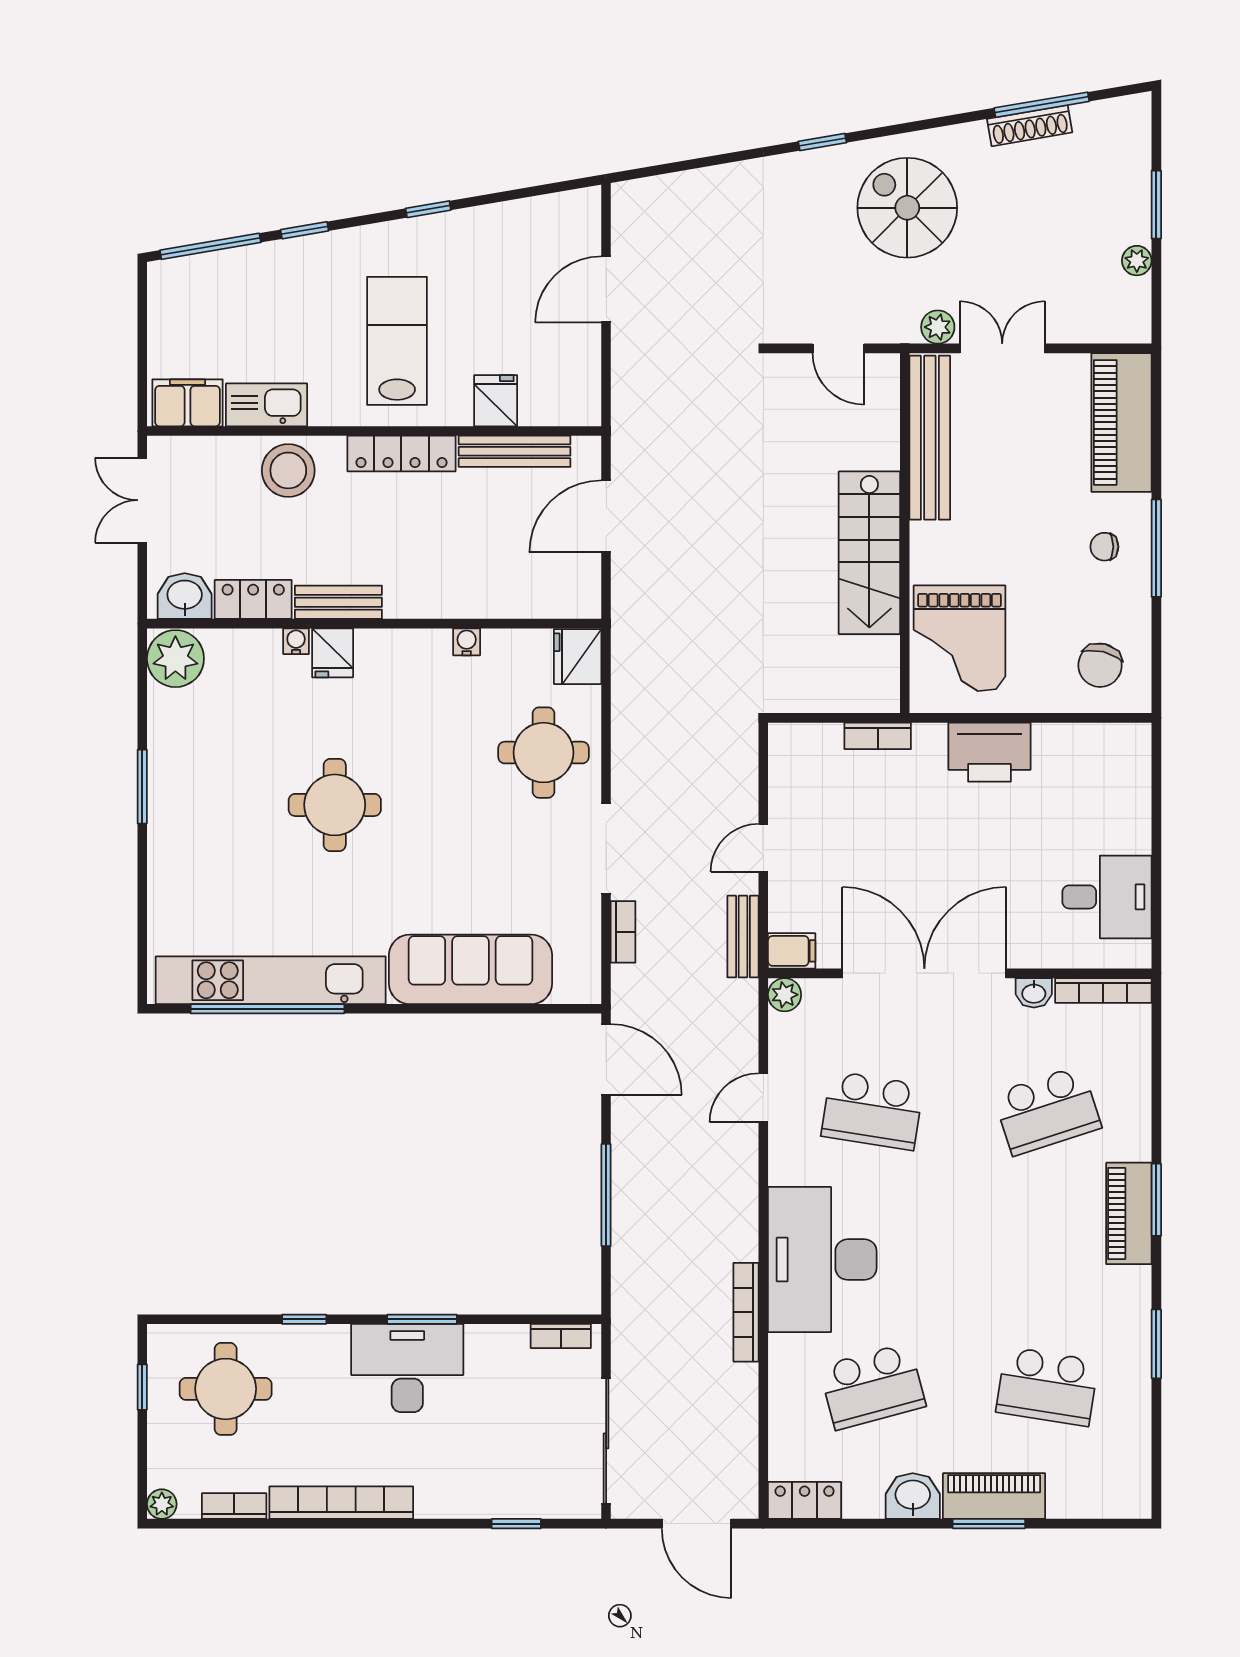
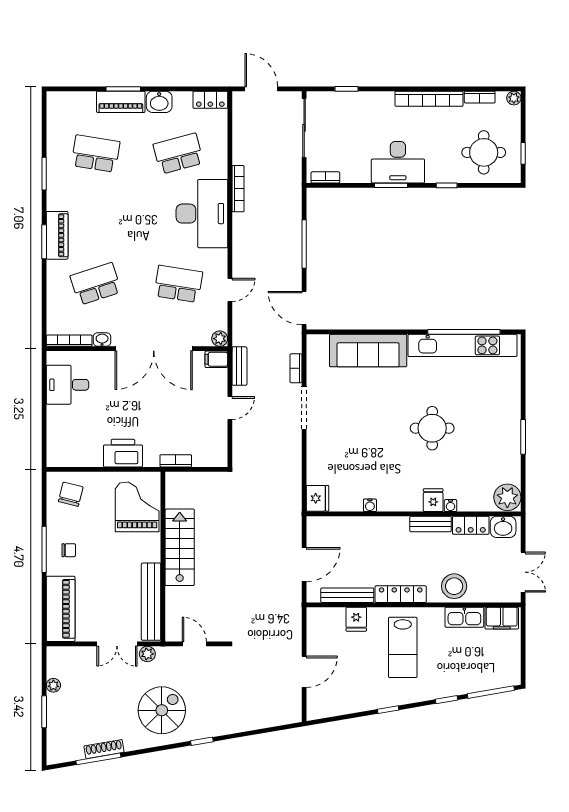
spiral stairs: (907, 208) -> (162, 710), turned -90
round table: (544, 753) -> (334, 453), removed

